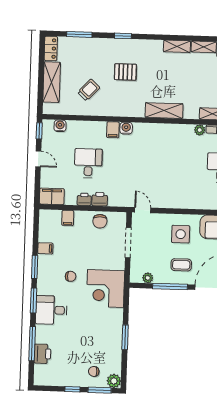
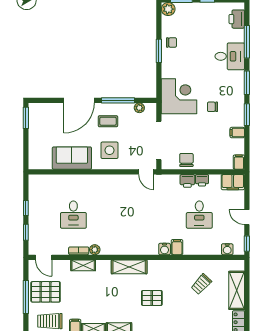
pallet: (125, 72) -> (152, 298), moved
filing cabinet: (68, 218) -> (239, 162), moved
doorway: (128, 243) -> (159, 140), width x1.36
desk: (51, 310) -> (230, 56), moved
printer: (42, 354) -> (237, 19), moved
chair: (94, 371) -> (171, 42), moved

